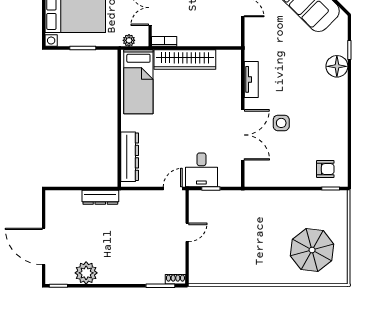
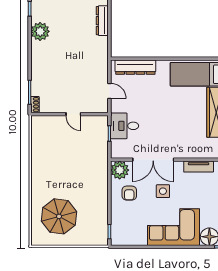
corner sofa: (325, 110) -> (174, 227), added
armchair: (325, 169) -> (129, 193), moved
plant: (255, 176) -> (120, 170), added
door: (173, 188) -> (109, 91), moved
dresser: (100, 197) -> (102, 21), moved

